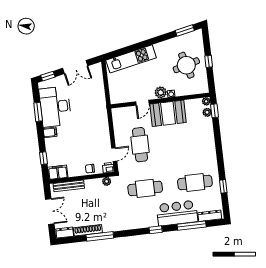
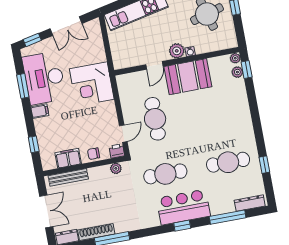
corner desk: (92, 114) -> (92, 84), added
filing cabinet: (58, 172) -> (68, 158), moved
bar counter: (177, 213) -> (183, 207), moved

